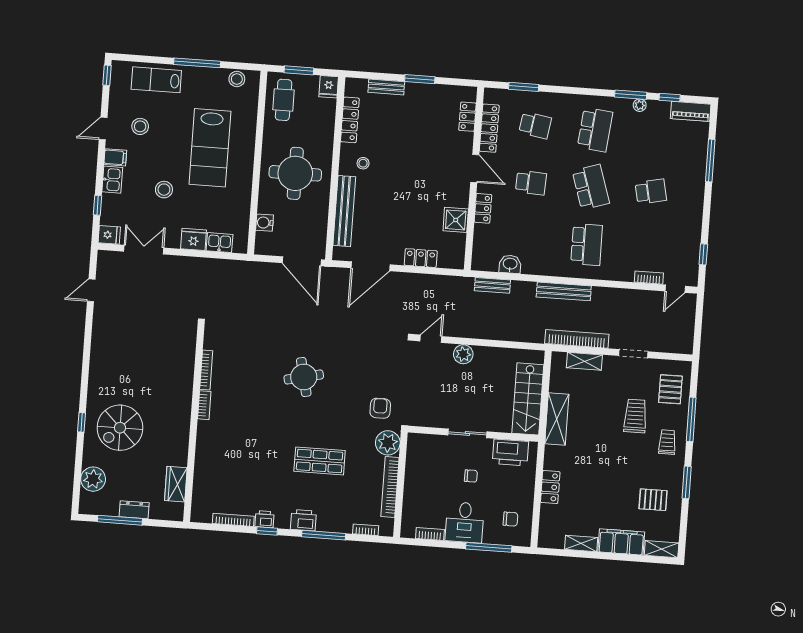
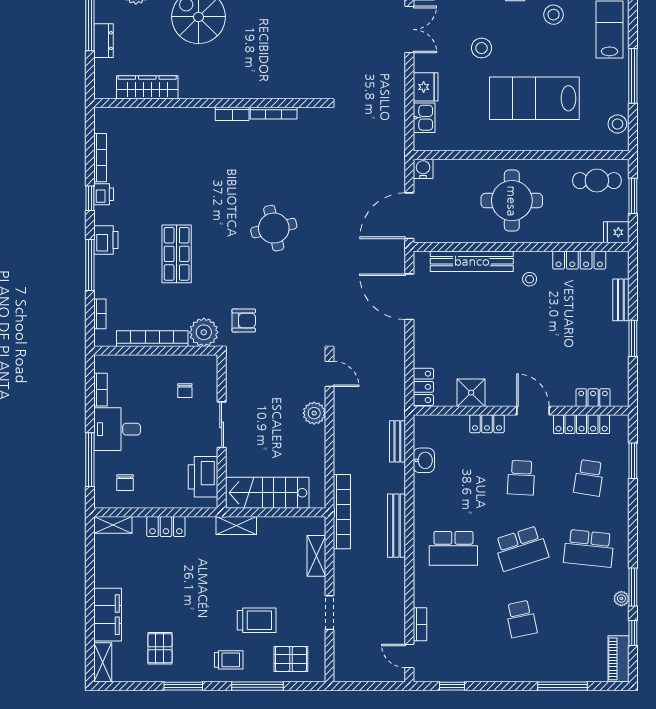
door: (475, 168) -> (533, 411), swing flipped
water cooler: (265, 223) -> (423, 169), moved
locker: (421, 258) -> (423, 387), moved
bookcase: (577, 339) -> (342, 512), moved
shelving: (557, 419) -> (236, 525), width x0.67, depth x0.75
chair: (471, 476) -> (185, 391), moved
wardrobe: (176, 484) -> (147, 87), width x1.50
shelving: (581, 543) -> (113, 525), moved, turned 90

